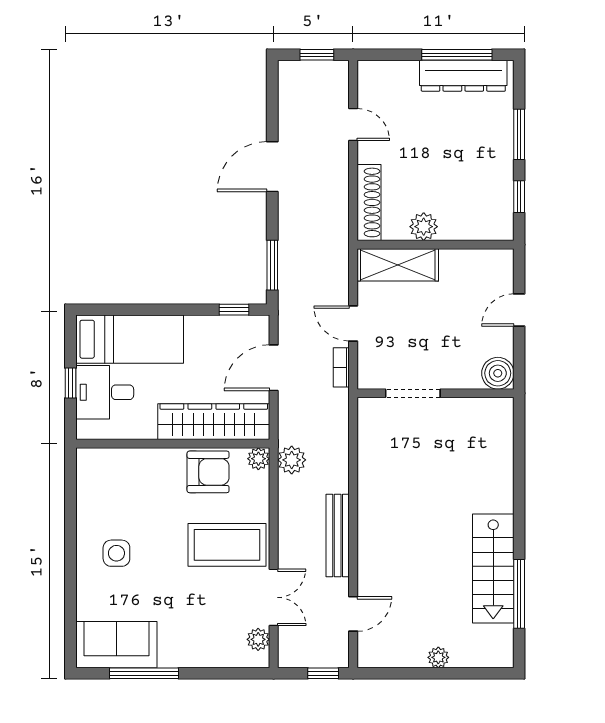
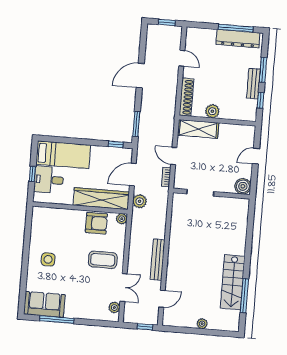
bench: (502, 164) -> (253, 84), added
plant: (292, 460) -> (140, 201), moved
coffee table: (227, 545) -> (103, 260), width x0.73, depth x0.76

